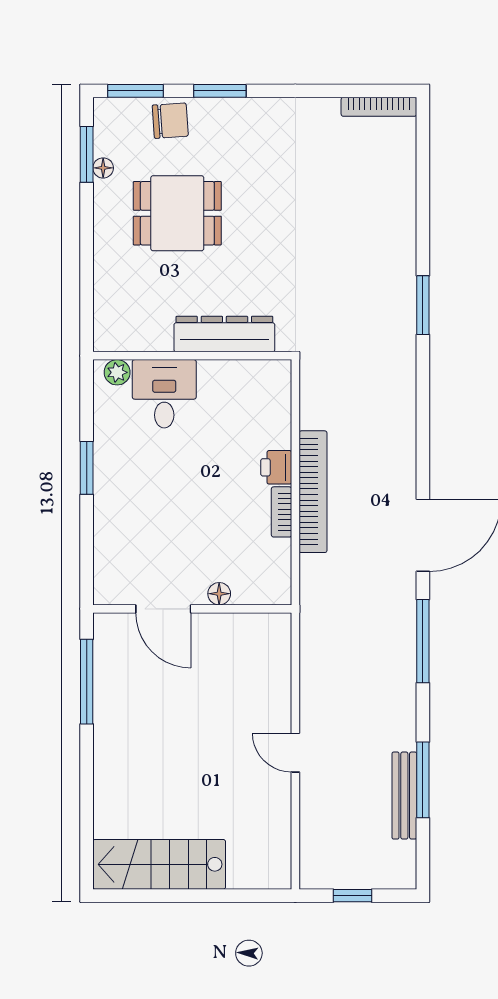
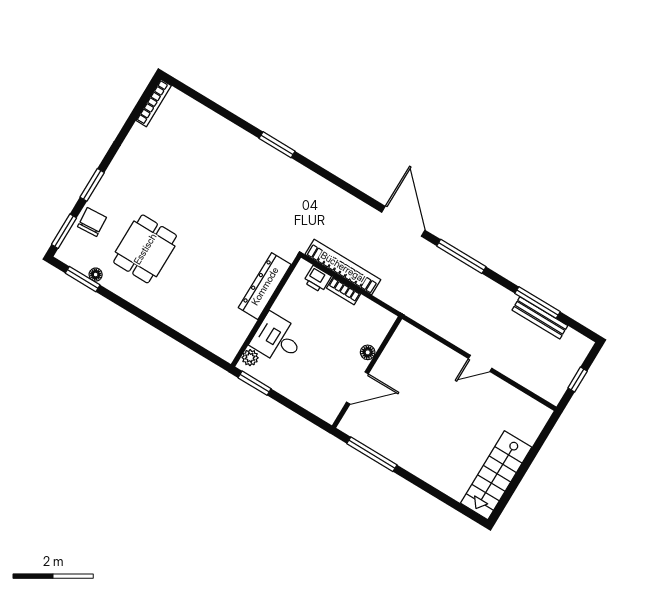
dresser: (224, 334) -> (265, 286), moved
wall: (192, 356) -> (266, 311), moved
plant: (117, 372) -> (250, 358), moved
desk: (164, 394) -> (277, 339), moved

